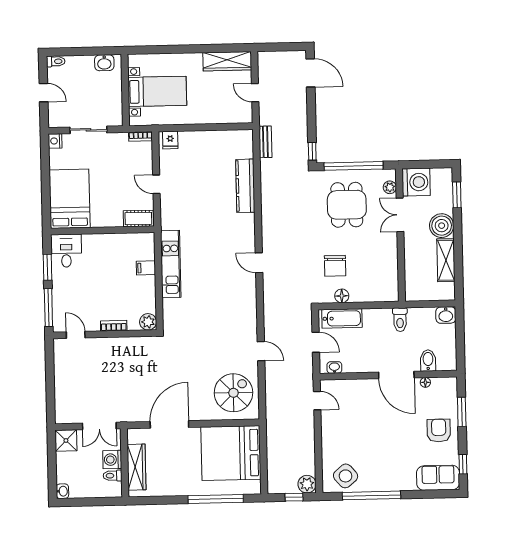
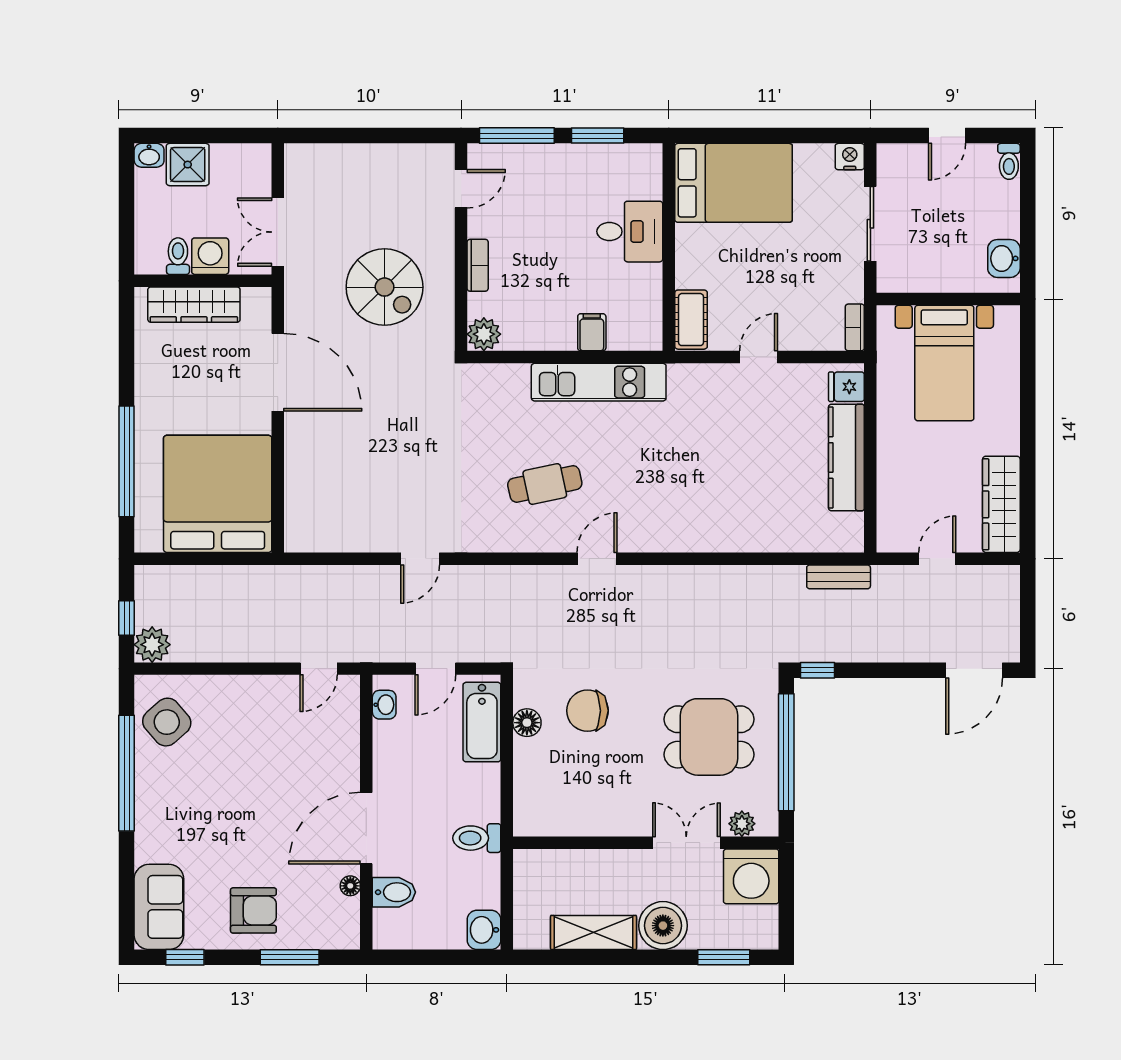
kitchen counter: (245, 186) -> (846, 458), moved, turned -90
desk: (66, 251) -> (630, 232), moved
cafe table: (222, 290) -> (545, 484), added
spiral stairs: (233, 393) -> (385, 287), moved
shower: (66, 440) -> (188, 165), moved

